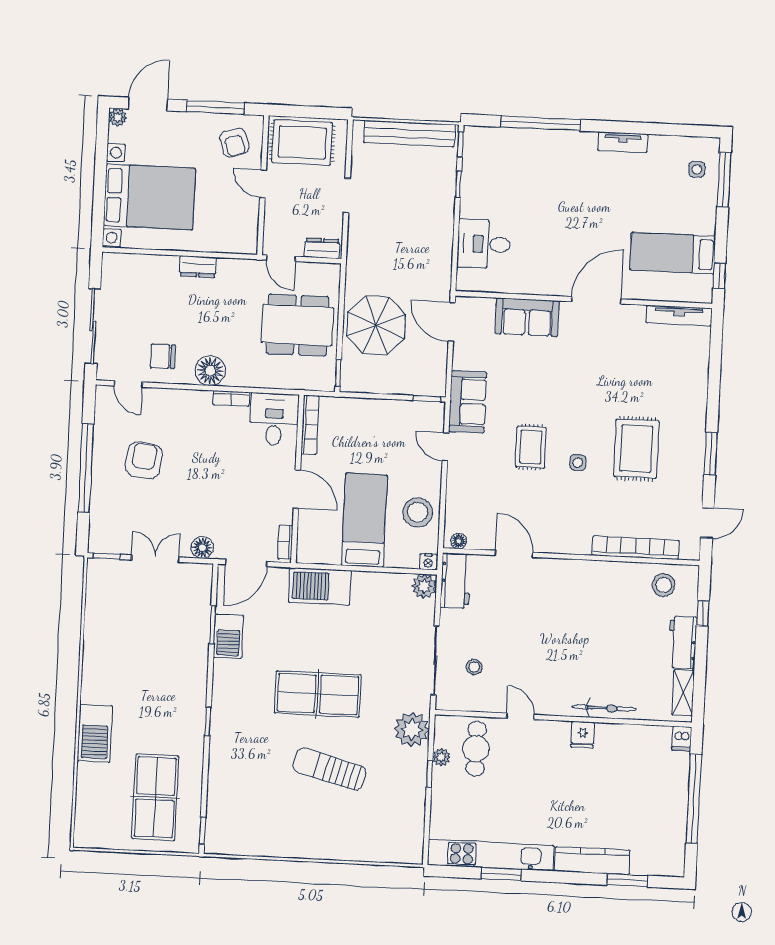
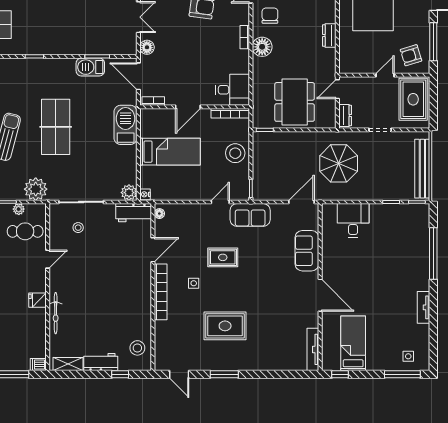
parasol: (376, 325) -> (339, 163), moved
bookcase: (231, 398) -> (245, 37), moved
side table: (578, 463) -> (194, 283), moved
stool: (418, 512) -> (235, 153), moved
bookcase: (636, 548) -> (161, 292), moved

